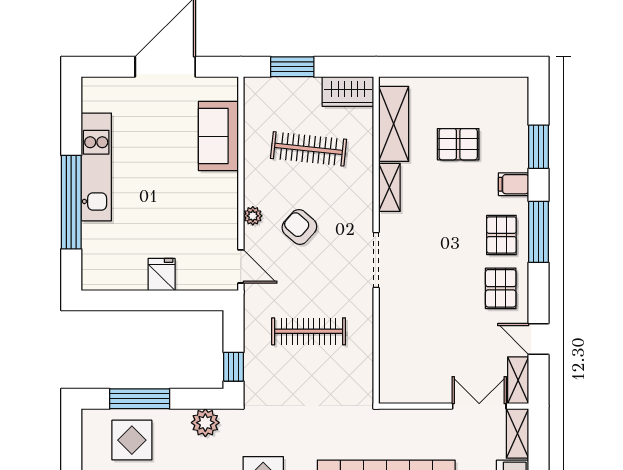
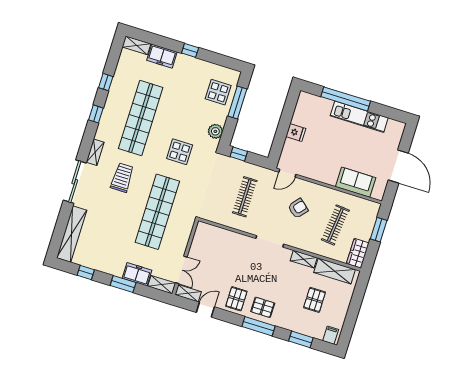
filing cabinet: (514, 184) -> (331, 335), moved
plant: (253, 216) -> (311, 187), removed
pallet: (501, 288) -> (236, 299), turned 90

